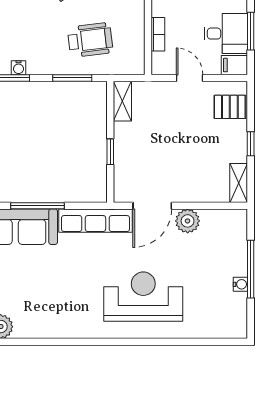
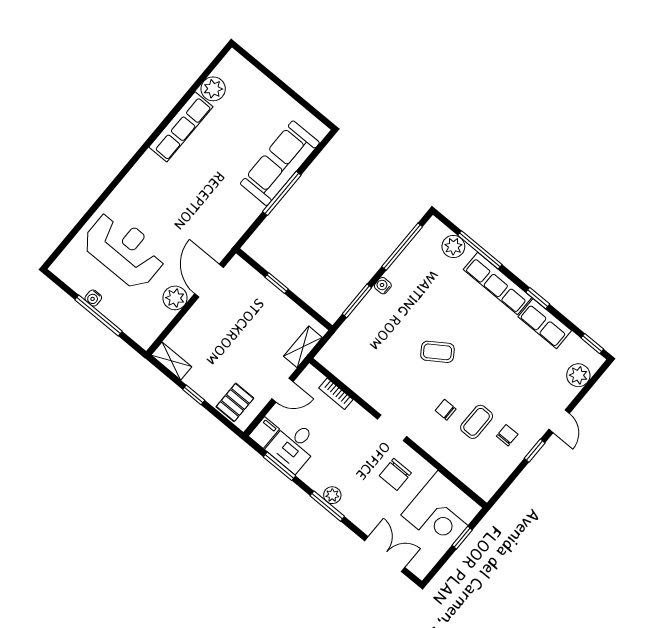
wheelchair: (90, 40) -> (375, 339), removed
water cooler: (18, 68) -> (383, 286), moved
shelving: (122, 101) -> (303, 347), moved, turned 90
row of seats: (95, 221) -> (181, 127), moved, turned 180
reception desk: (143, 297) -> (124, 250), moved, turned -90

